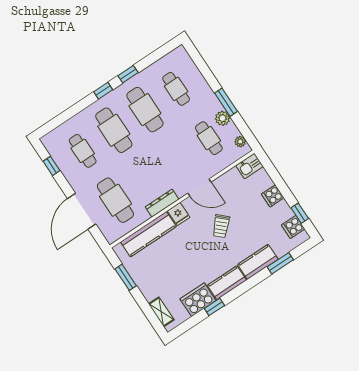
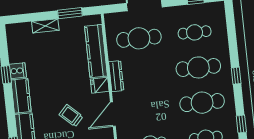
window: (128, 74) -> (241, 124), moved
cooker: (198, 300) -> (18, 71), width x0.53, depth x0.76
shelving: (161, 312) -> (45, 26), moved

